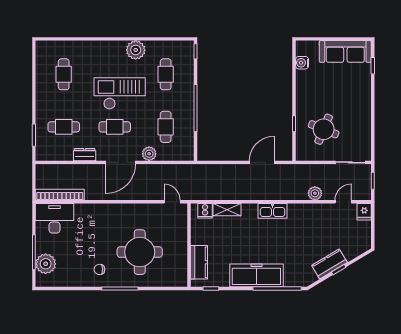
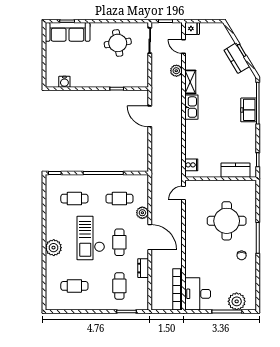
plant: (136, 50) -> (54, 248), moved
sofa: (345, 51) -> (68, 32), moved, turned 90
round table: (324, 129) -> (118, 43), moved, turned -31
shelving: (227, 210) -> (190, 82), moved
freezer: (256, 275) -> (249, 110), width x0.52, depth x0.79

